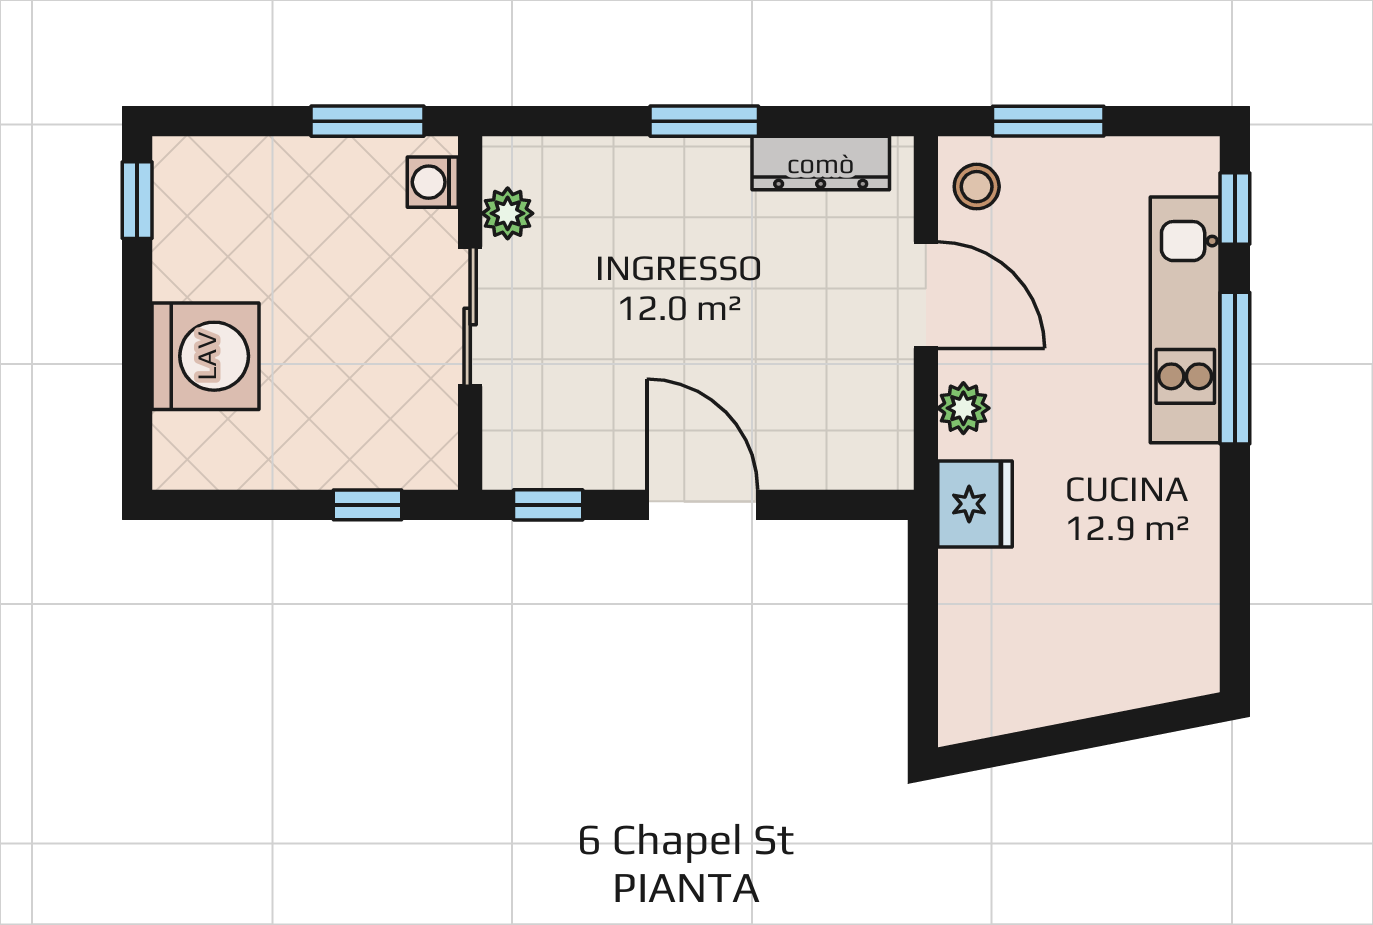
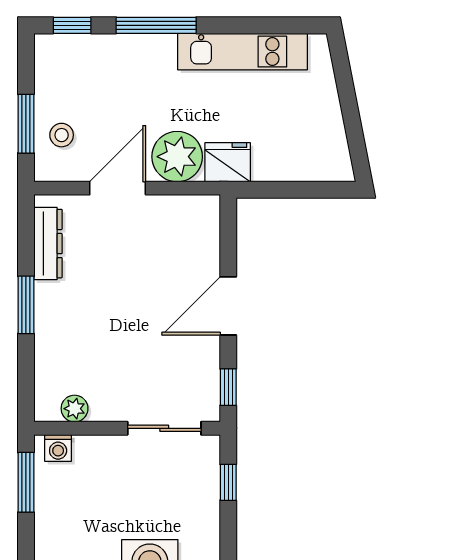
stool: (977, 187) -> (62, 135), moved
sliding door: (470, 317) -> (164, 428), moved
kitchen unit: (1185, 320) -> (243, 52), moved
plant: (963, 408) -> (177, 157), width x1.87, depth x1.87

